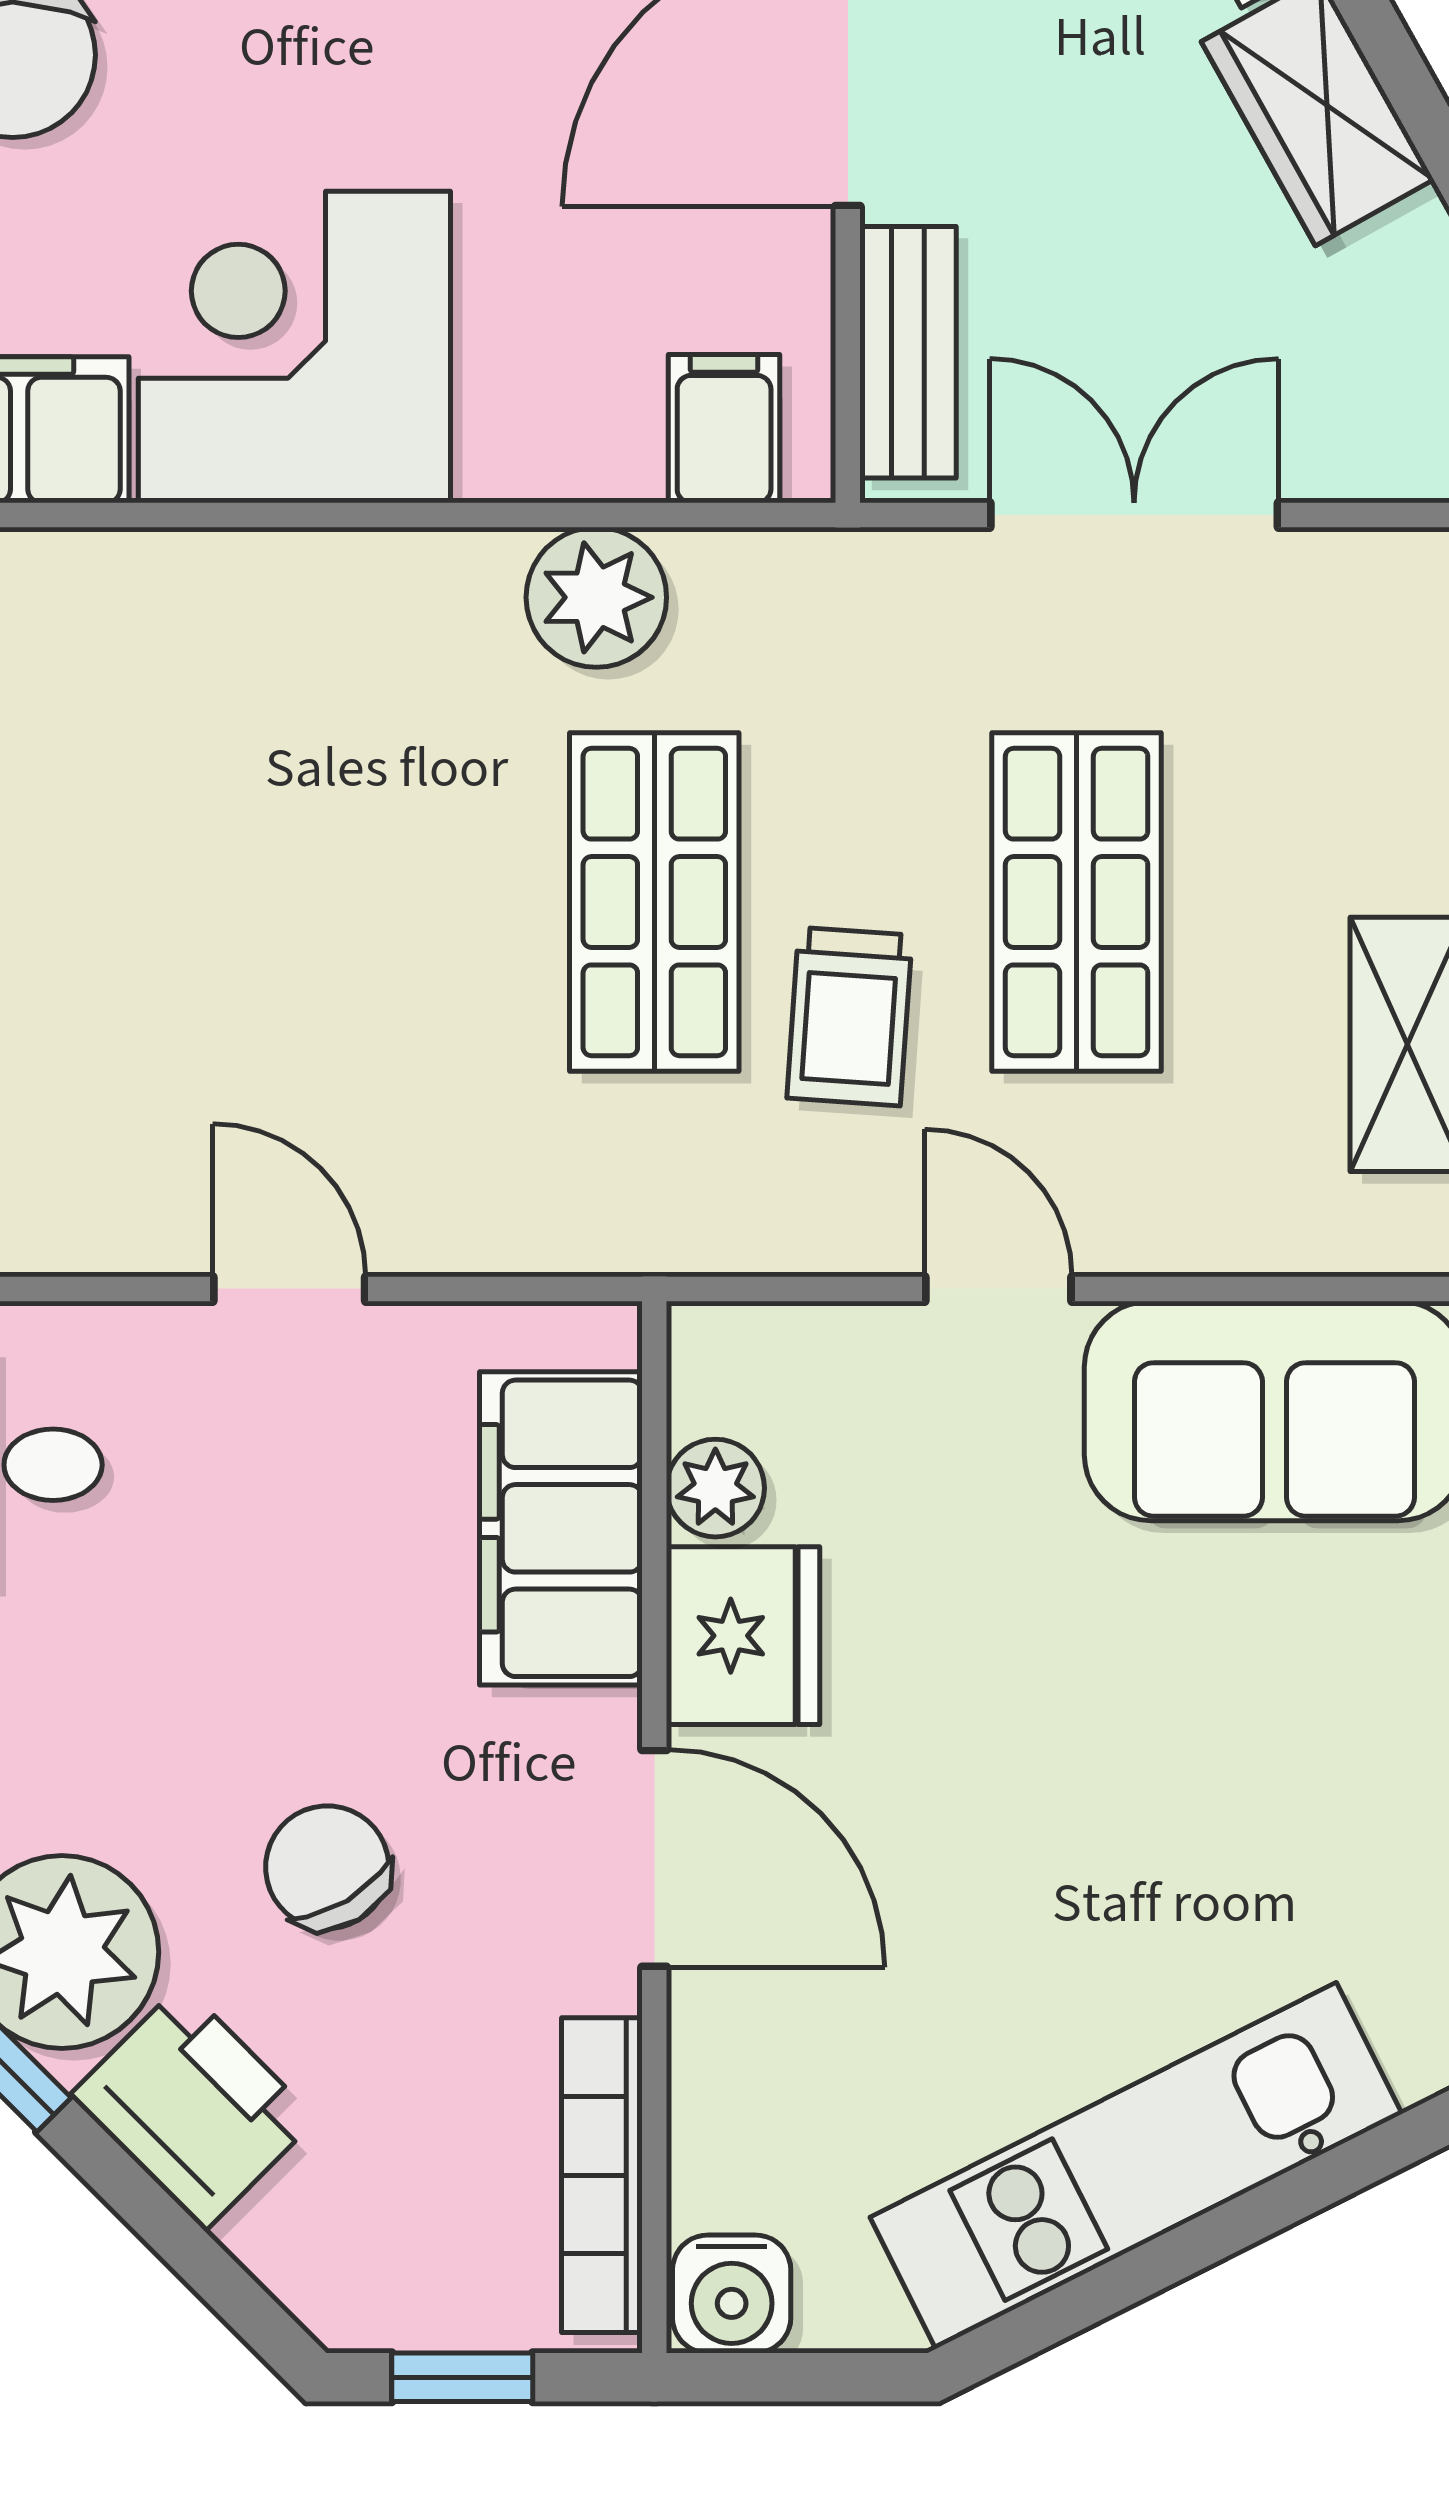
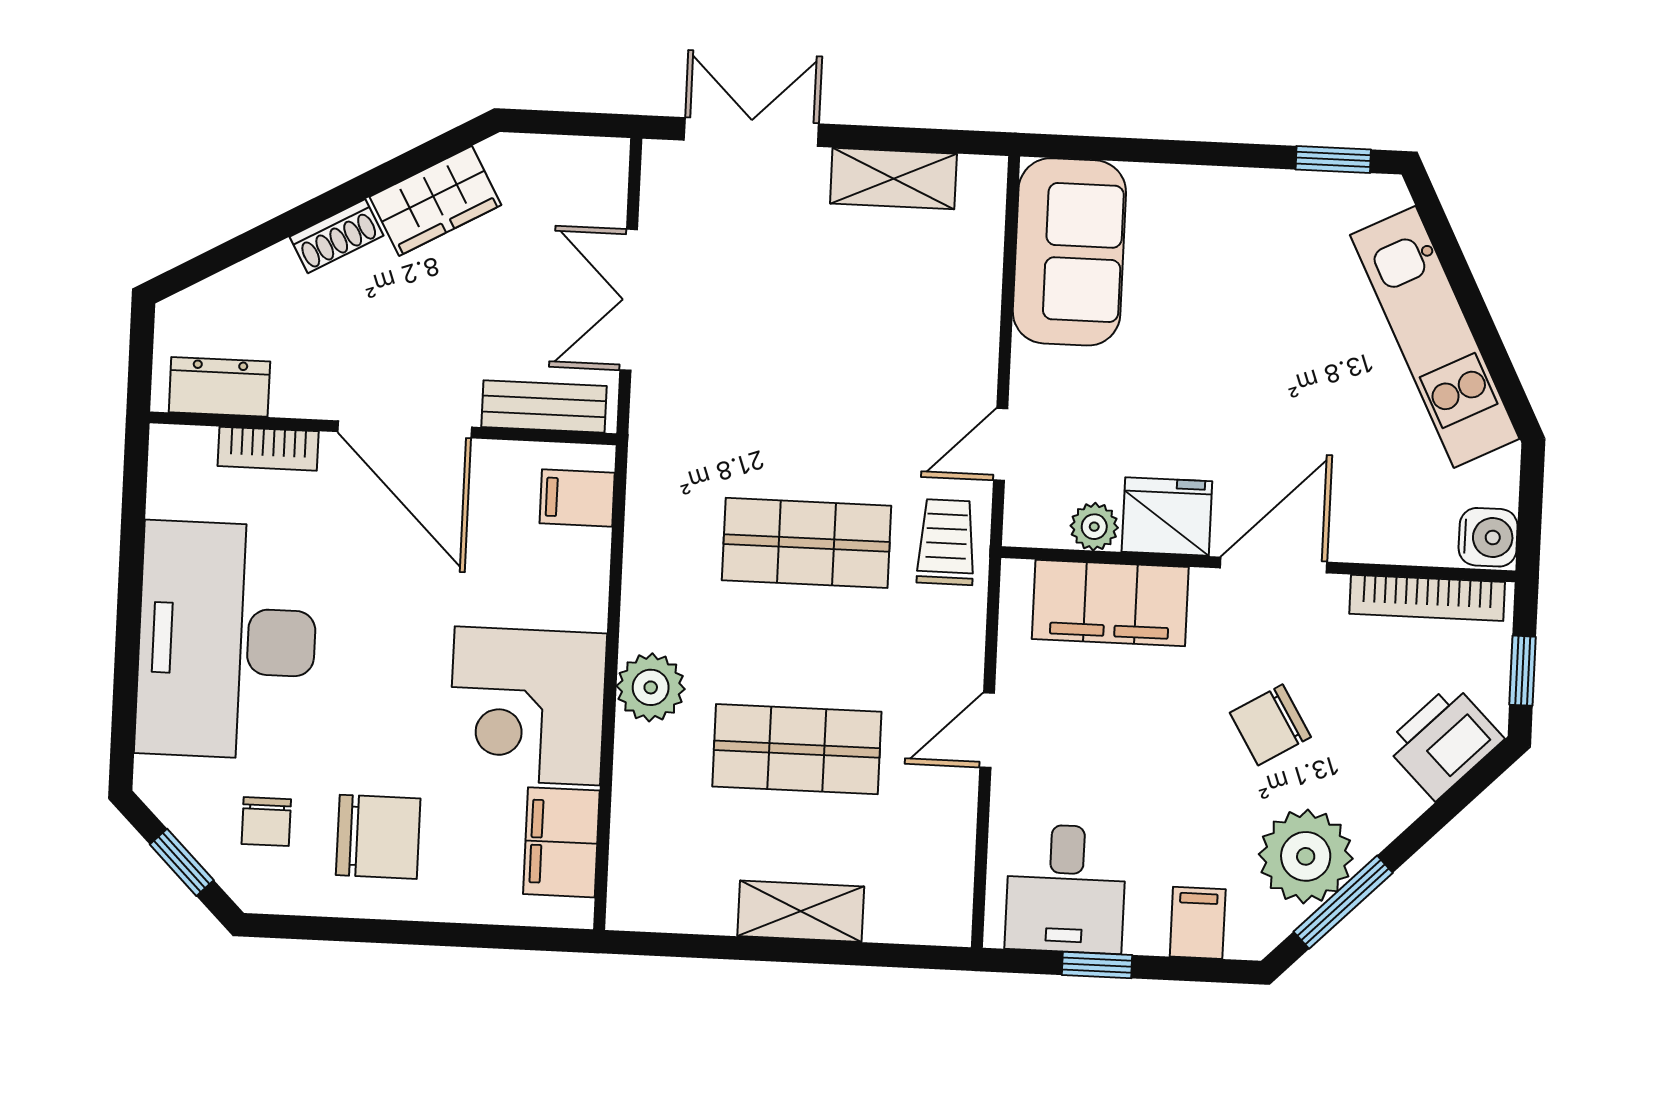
plant: (596, 597) -> (651, 687), moved
shop shelf: (1077, 902) -> (797, 749), moved
trolley: (850, 1017) -> (946, 542), moved, turned -94
door: (998, 1289) -> (1001, 444), moved
printer: (193, 2107) -> (1444, 742), moved

